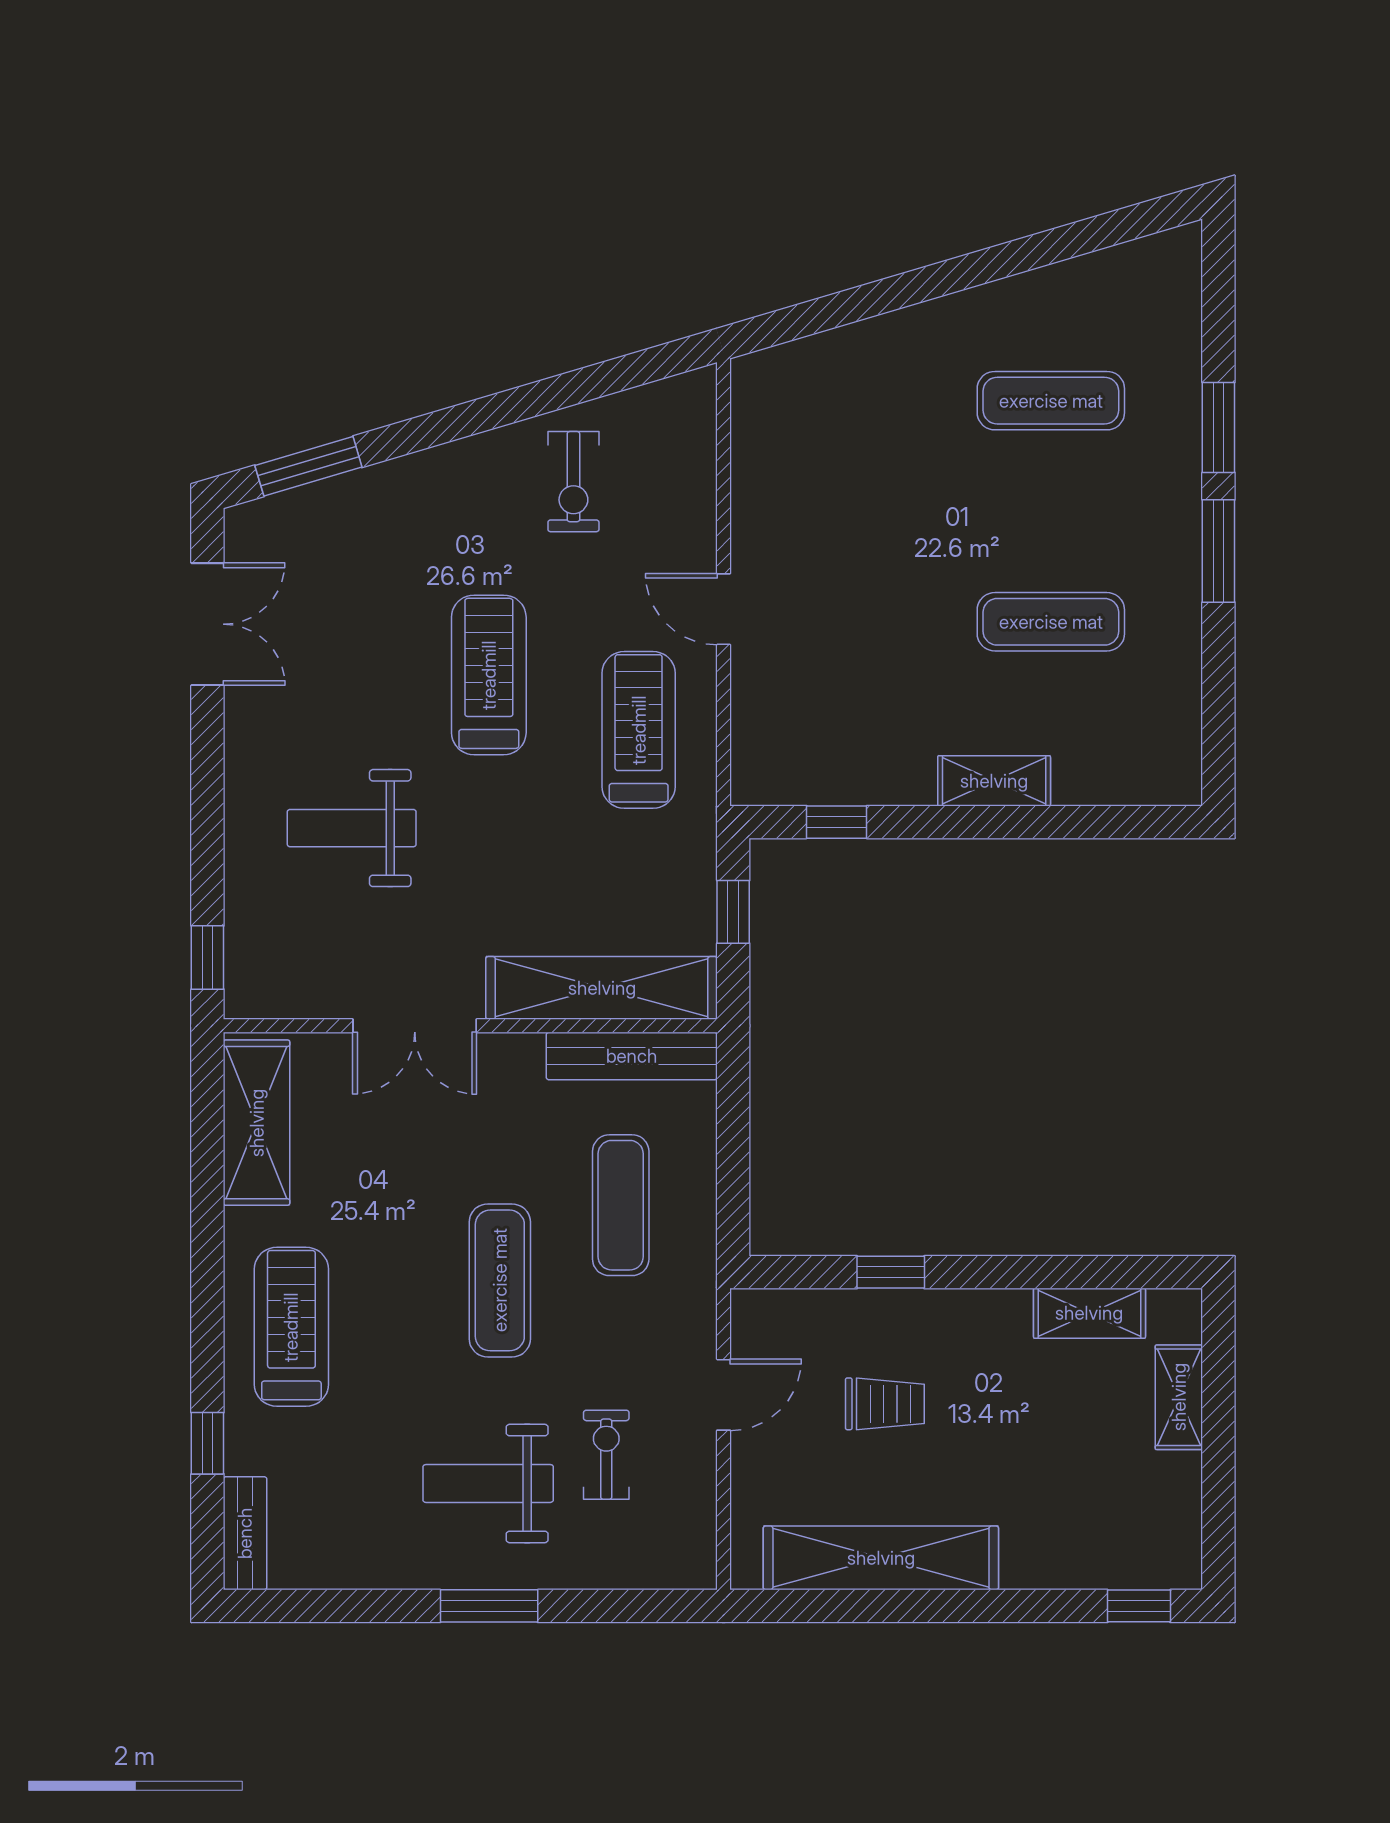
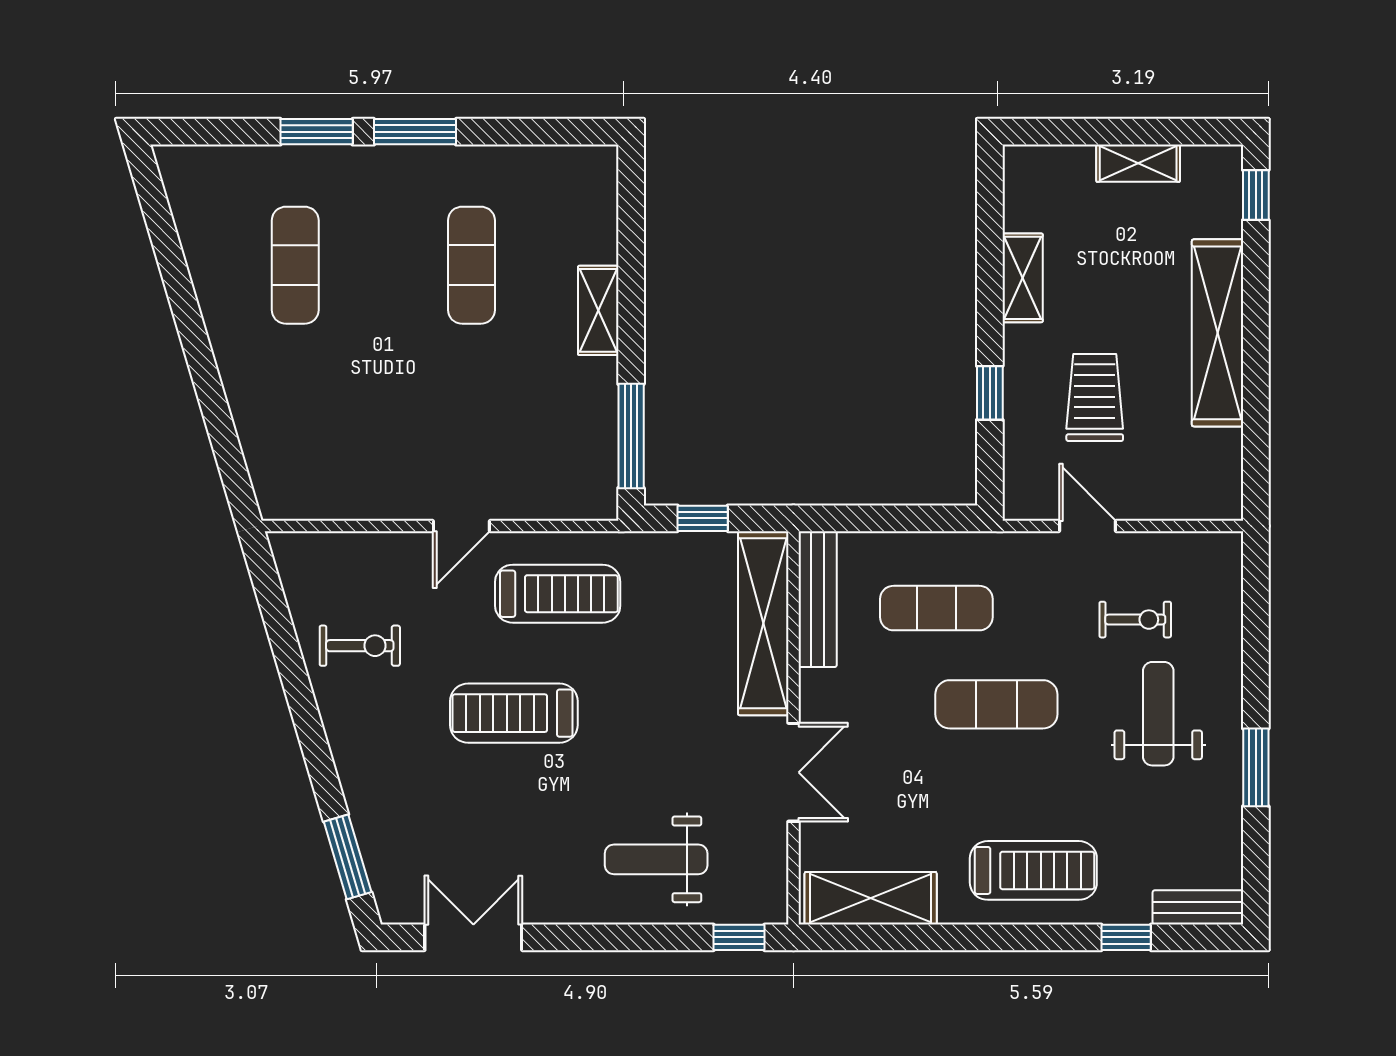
treadmill: (639, 730) -> (558, 594), turned 180
window: (837, 822) -> (631, 436), width x2.17
weight bench: (352, 828) -> (656, 859), moved, turned 90
shelving: (1089, 1313) -> (1023, 278), moved
treadmill: (291, 1327) -> (1033, 870), turned 180
shelving: (1179, 1397) -> (1138, 163), moved
trolley: (885, 1404) -> (1095, 397), width x1.36, depth x1.39
exercise bike: (606, 1455) -> (1135, 620), turned 180
weight bench: (488, 1483) -> (1158, 714), turned 180
shelving: (881, 1558) -> (1217, 333), moved
window: (489, 1606) -> (1256, 767), moved

